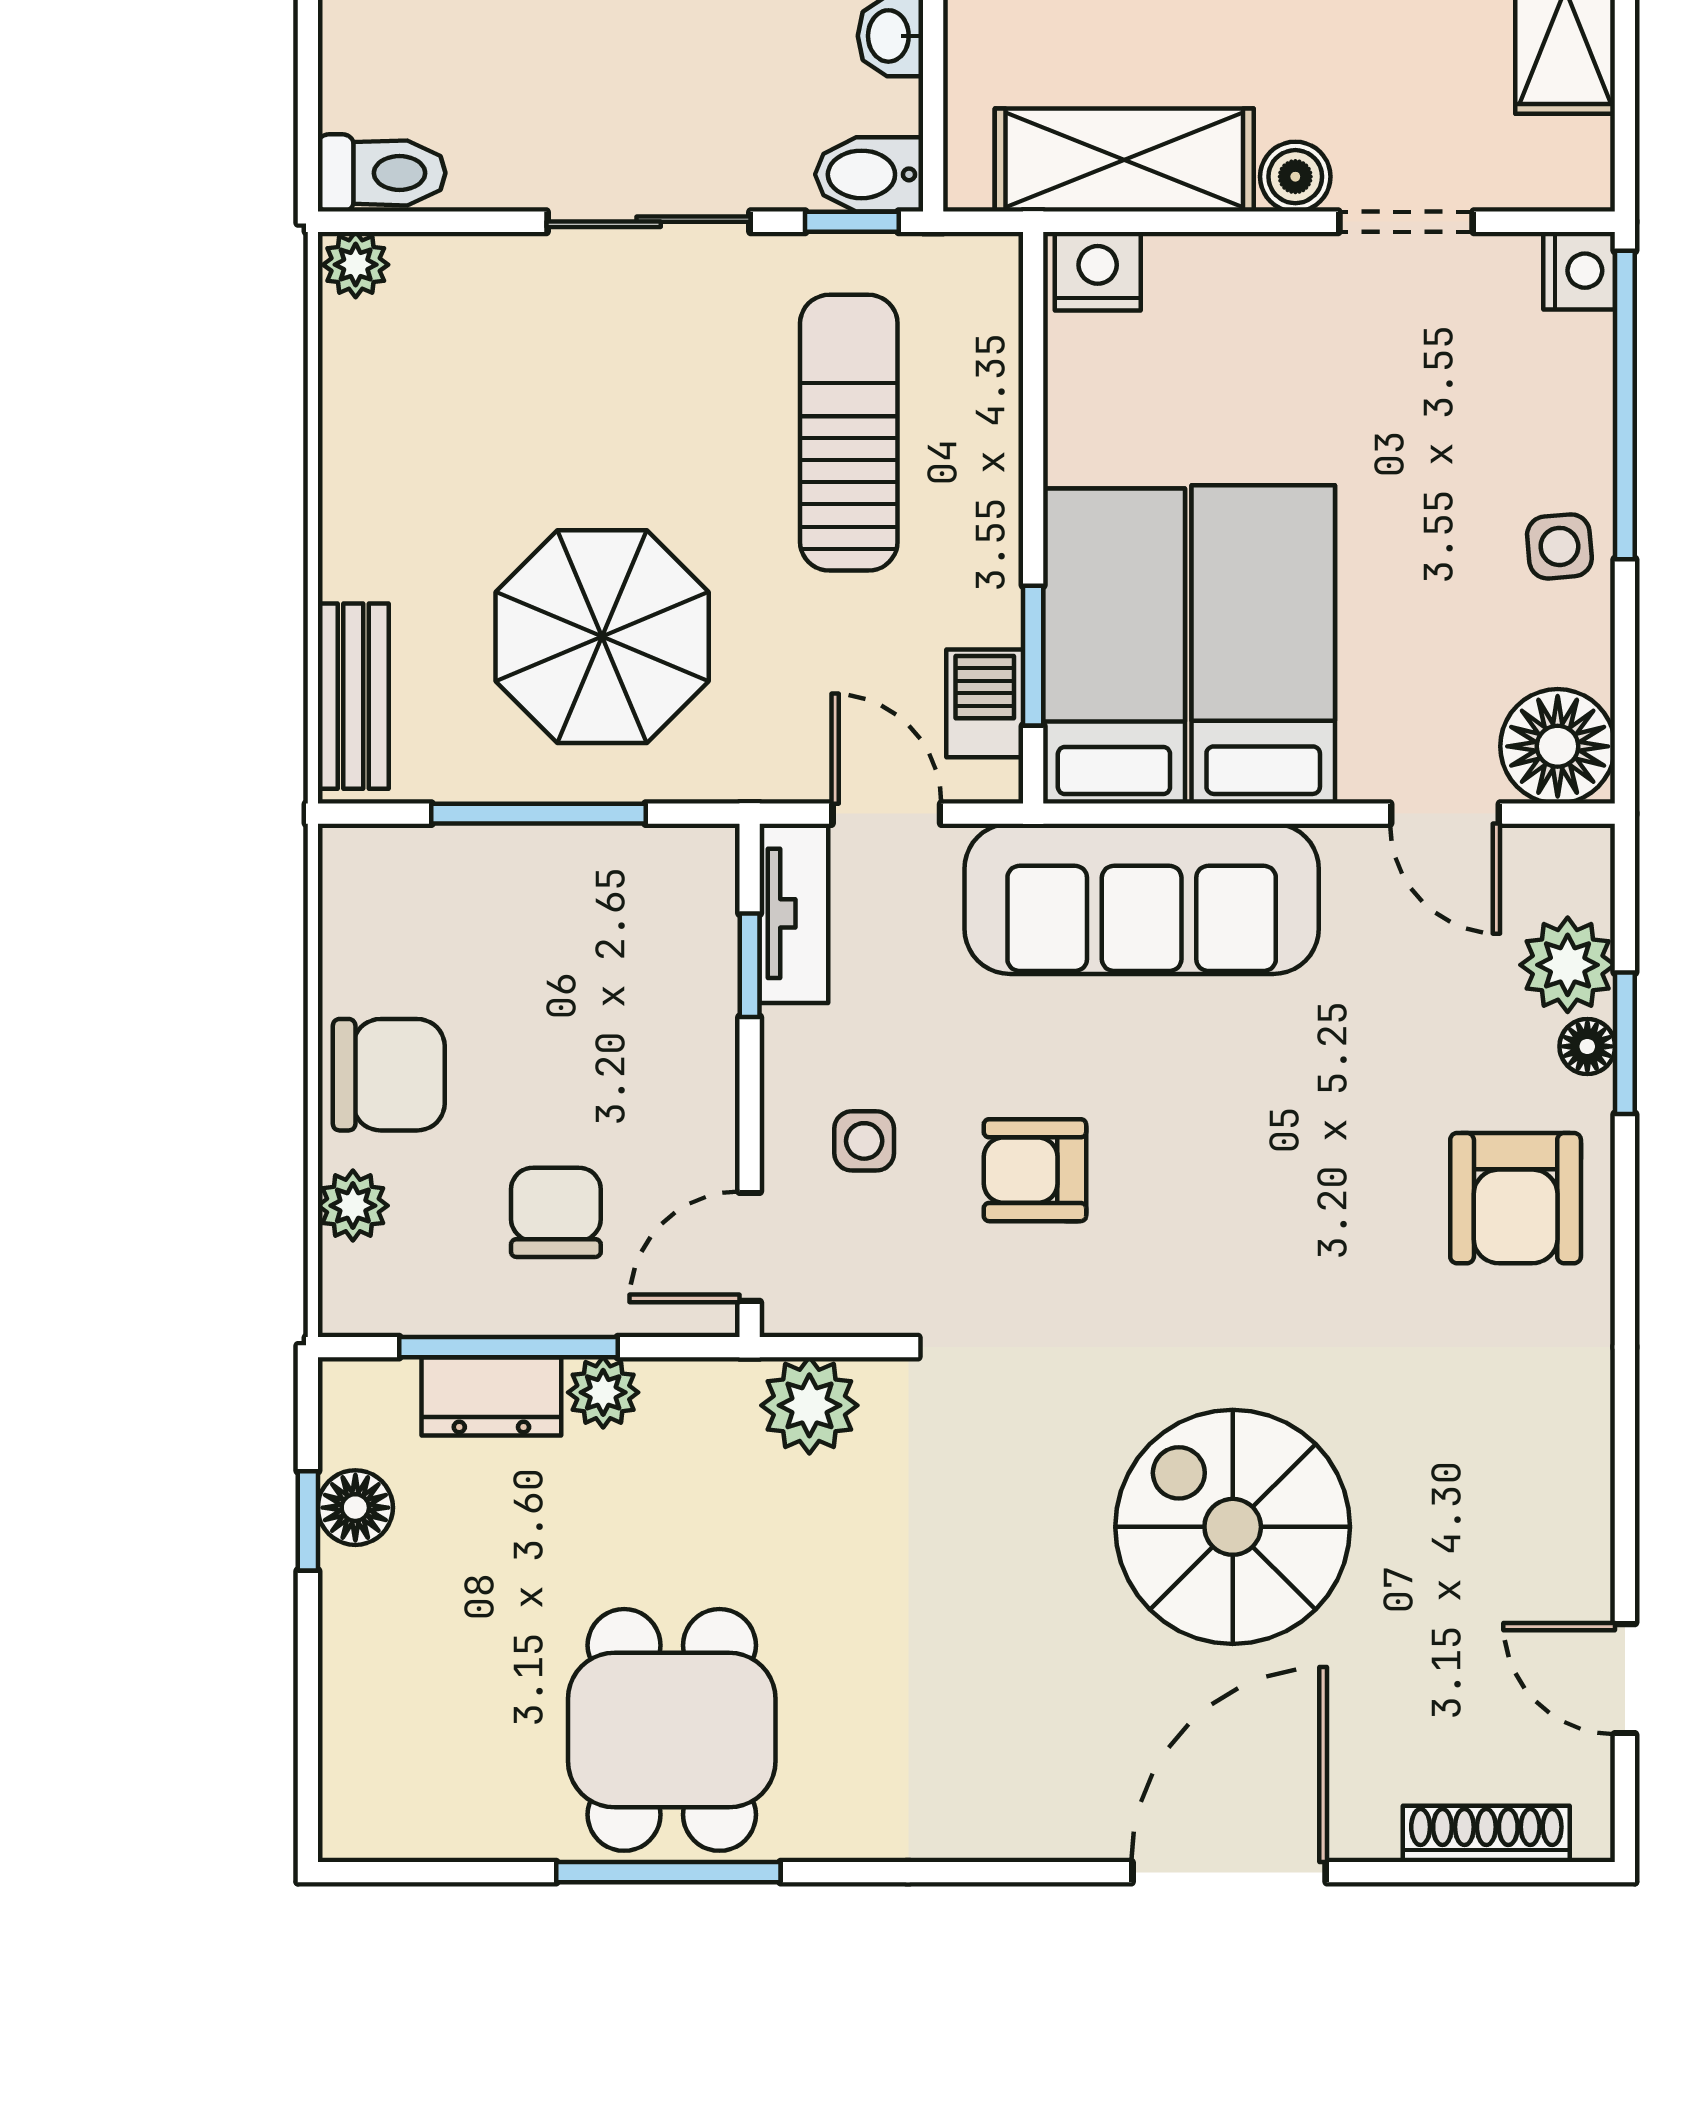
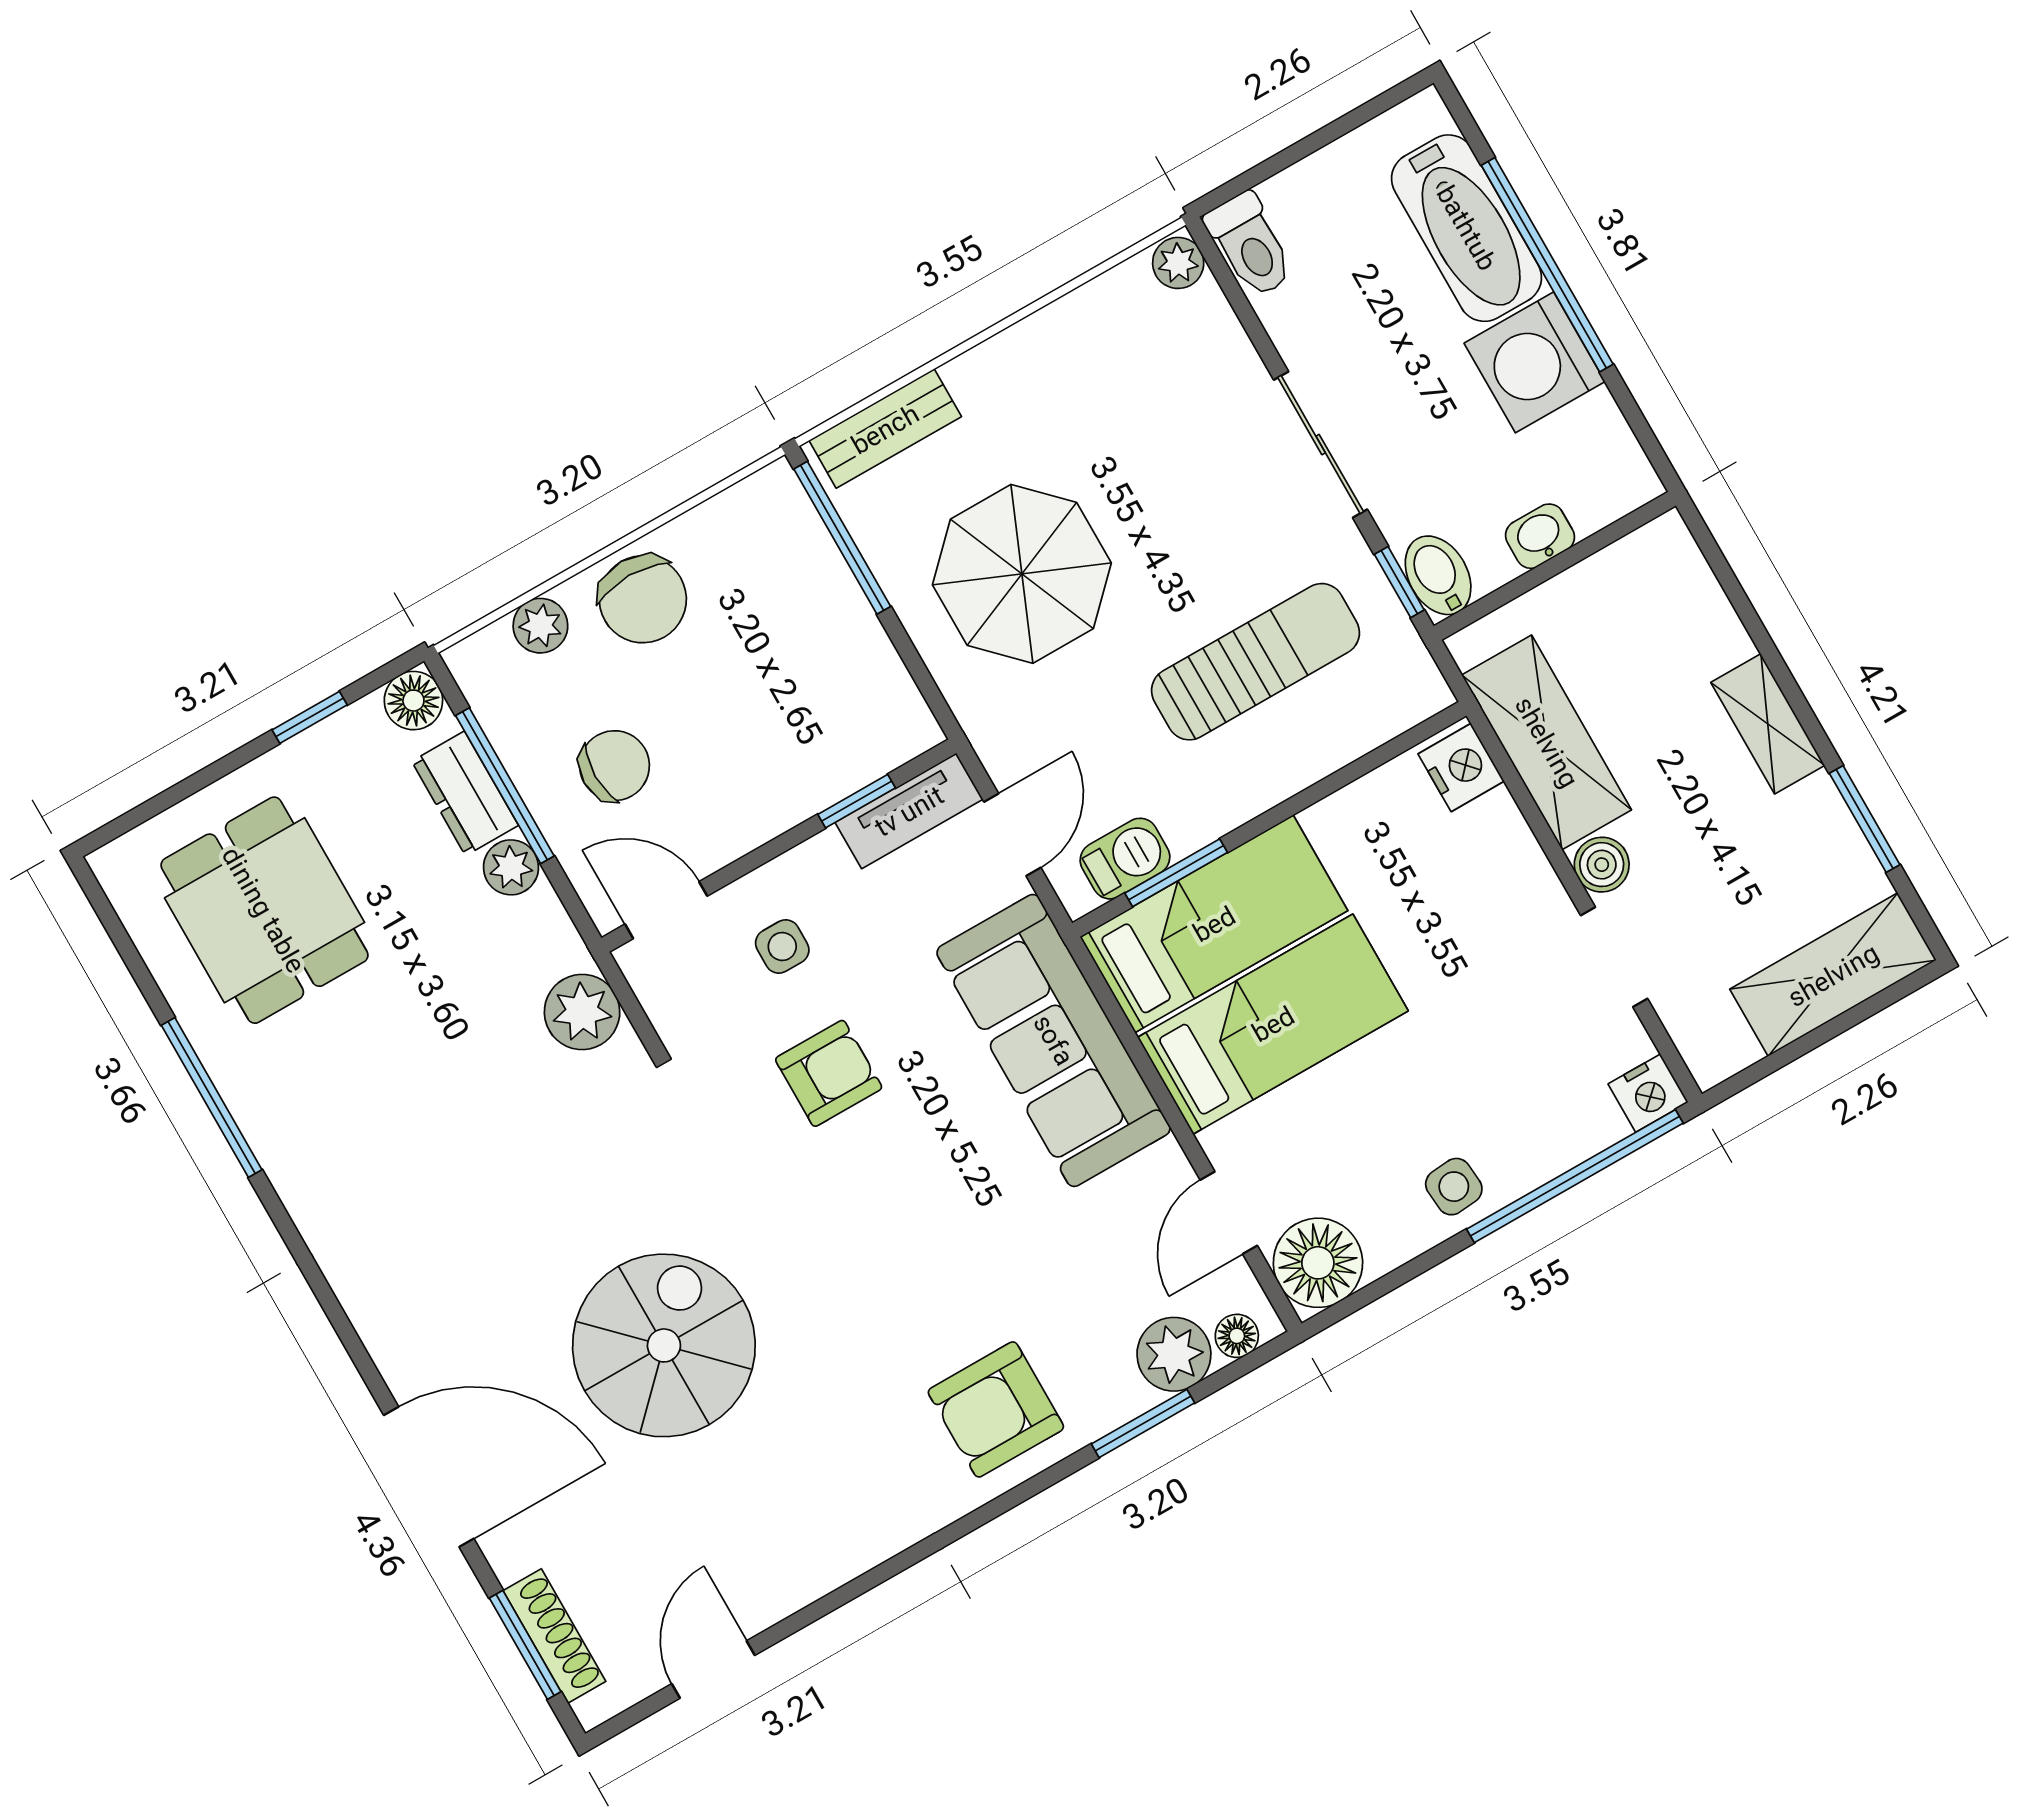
window: (539, 814) -> (842, 538), moved
floor lamp: (1587, 1046) -> (1237, 1336), moved
armchair: (1035, 1170) -> (829, 1073), turned 90
floor lamp: (355, 1508) -> (413, 701), moved
dining table: (672, 1730) -> (264, 910), moved, turned 90
window: (1478, 1872) -> (525, 1645), added

